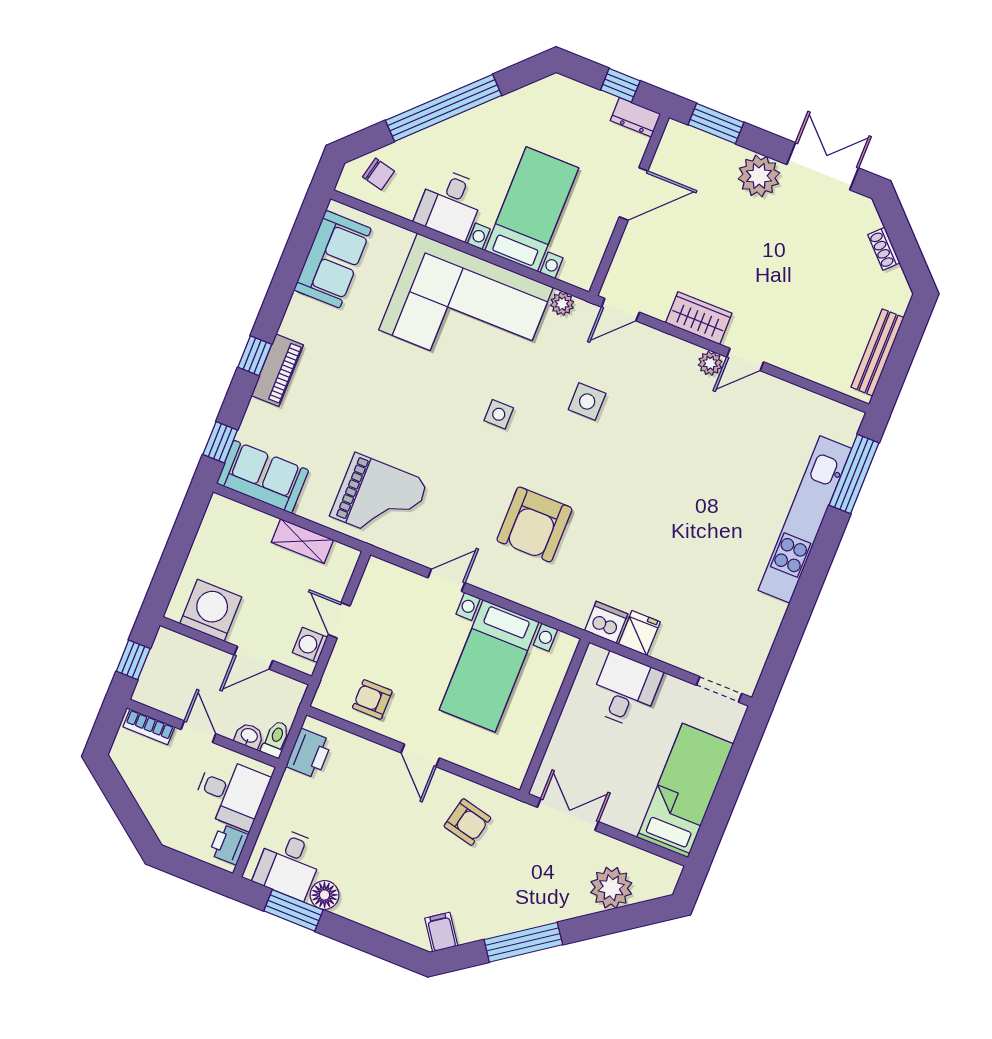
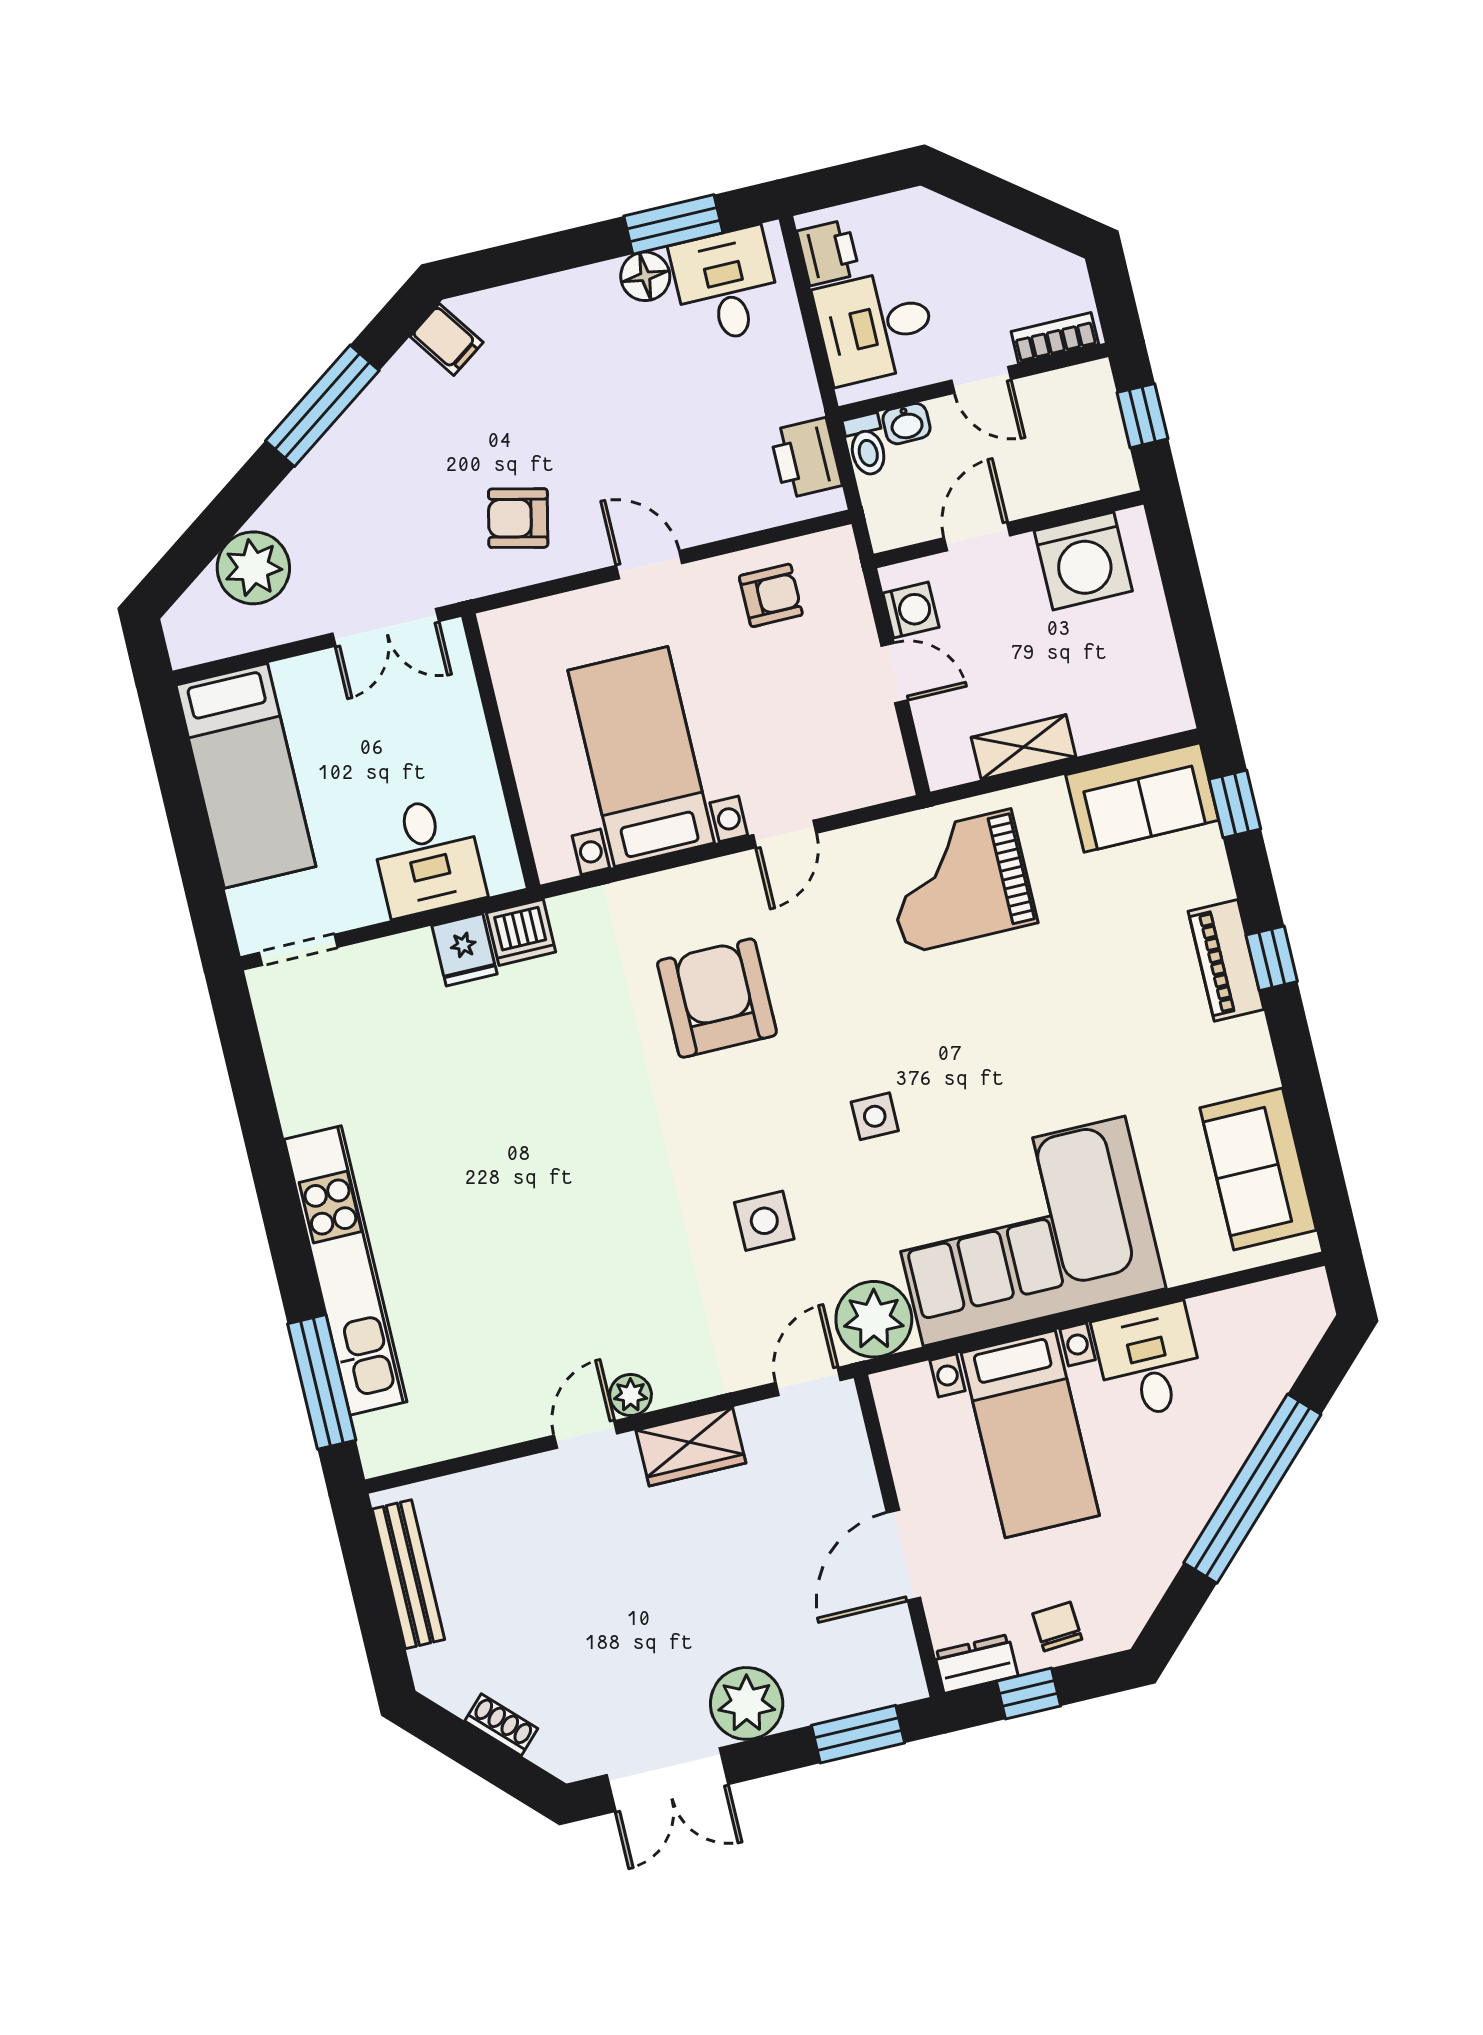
chair: (378, 174) -> (1057, 1626), moved, turned 73
plant: (562, 304) -> (874, 1319), width x1.87, depth x1.87

